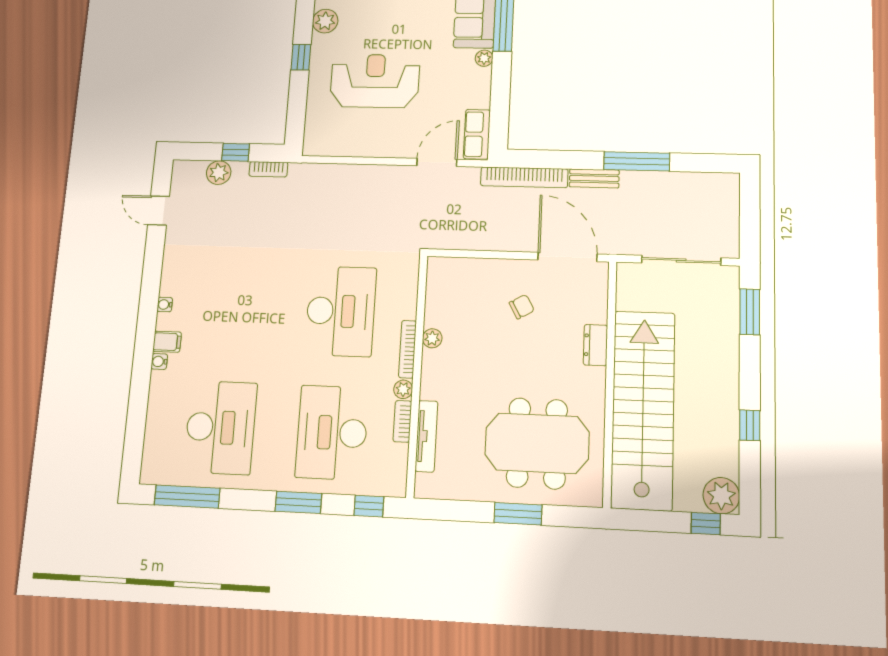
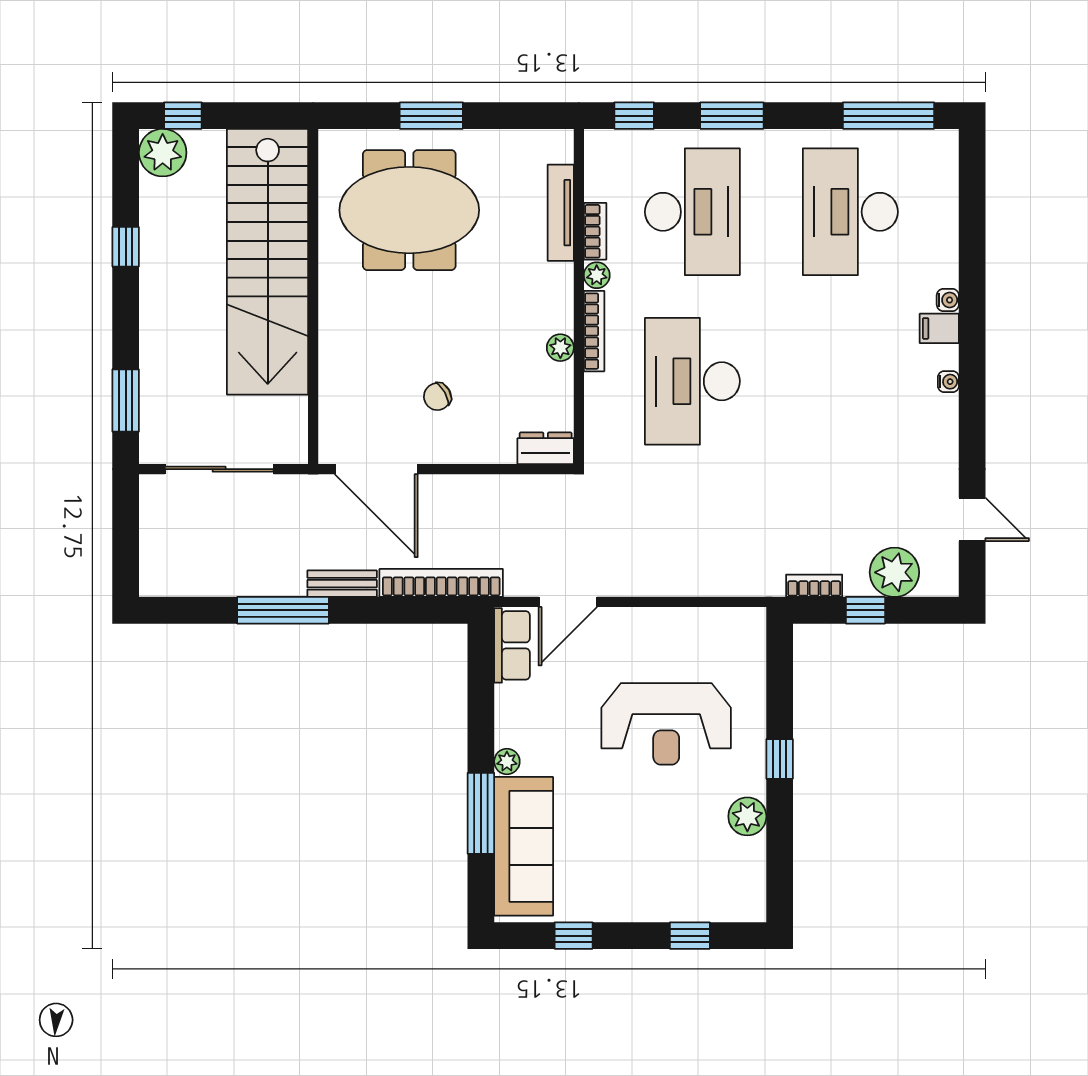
plant: (219, 173) -> (894, 572), width x1.36, depth x1.36
dresser: (595, 345) -> (546, 448), moved, turned -90

